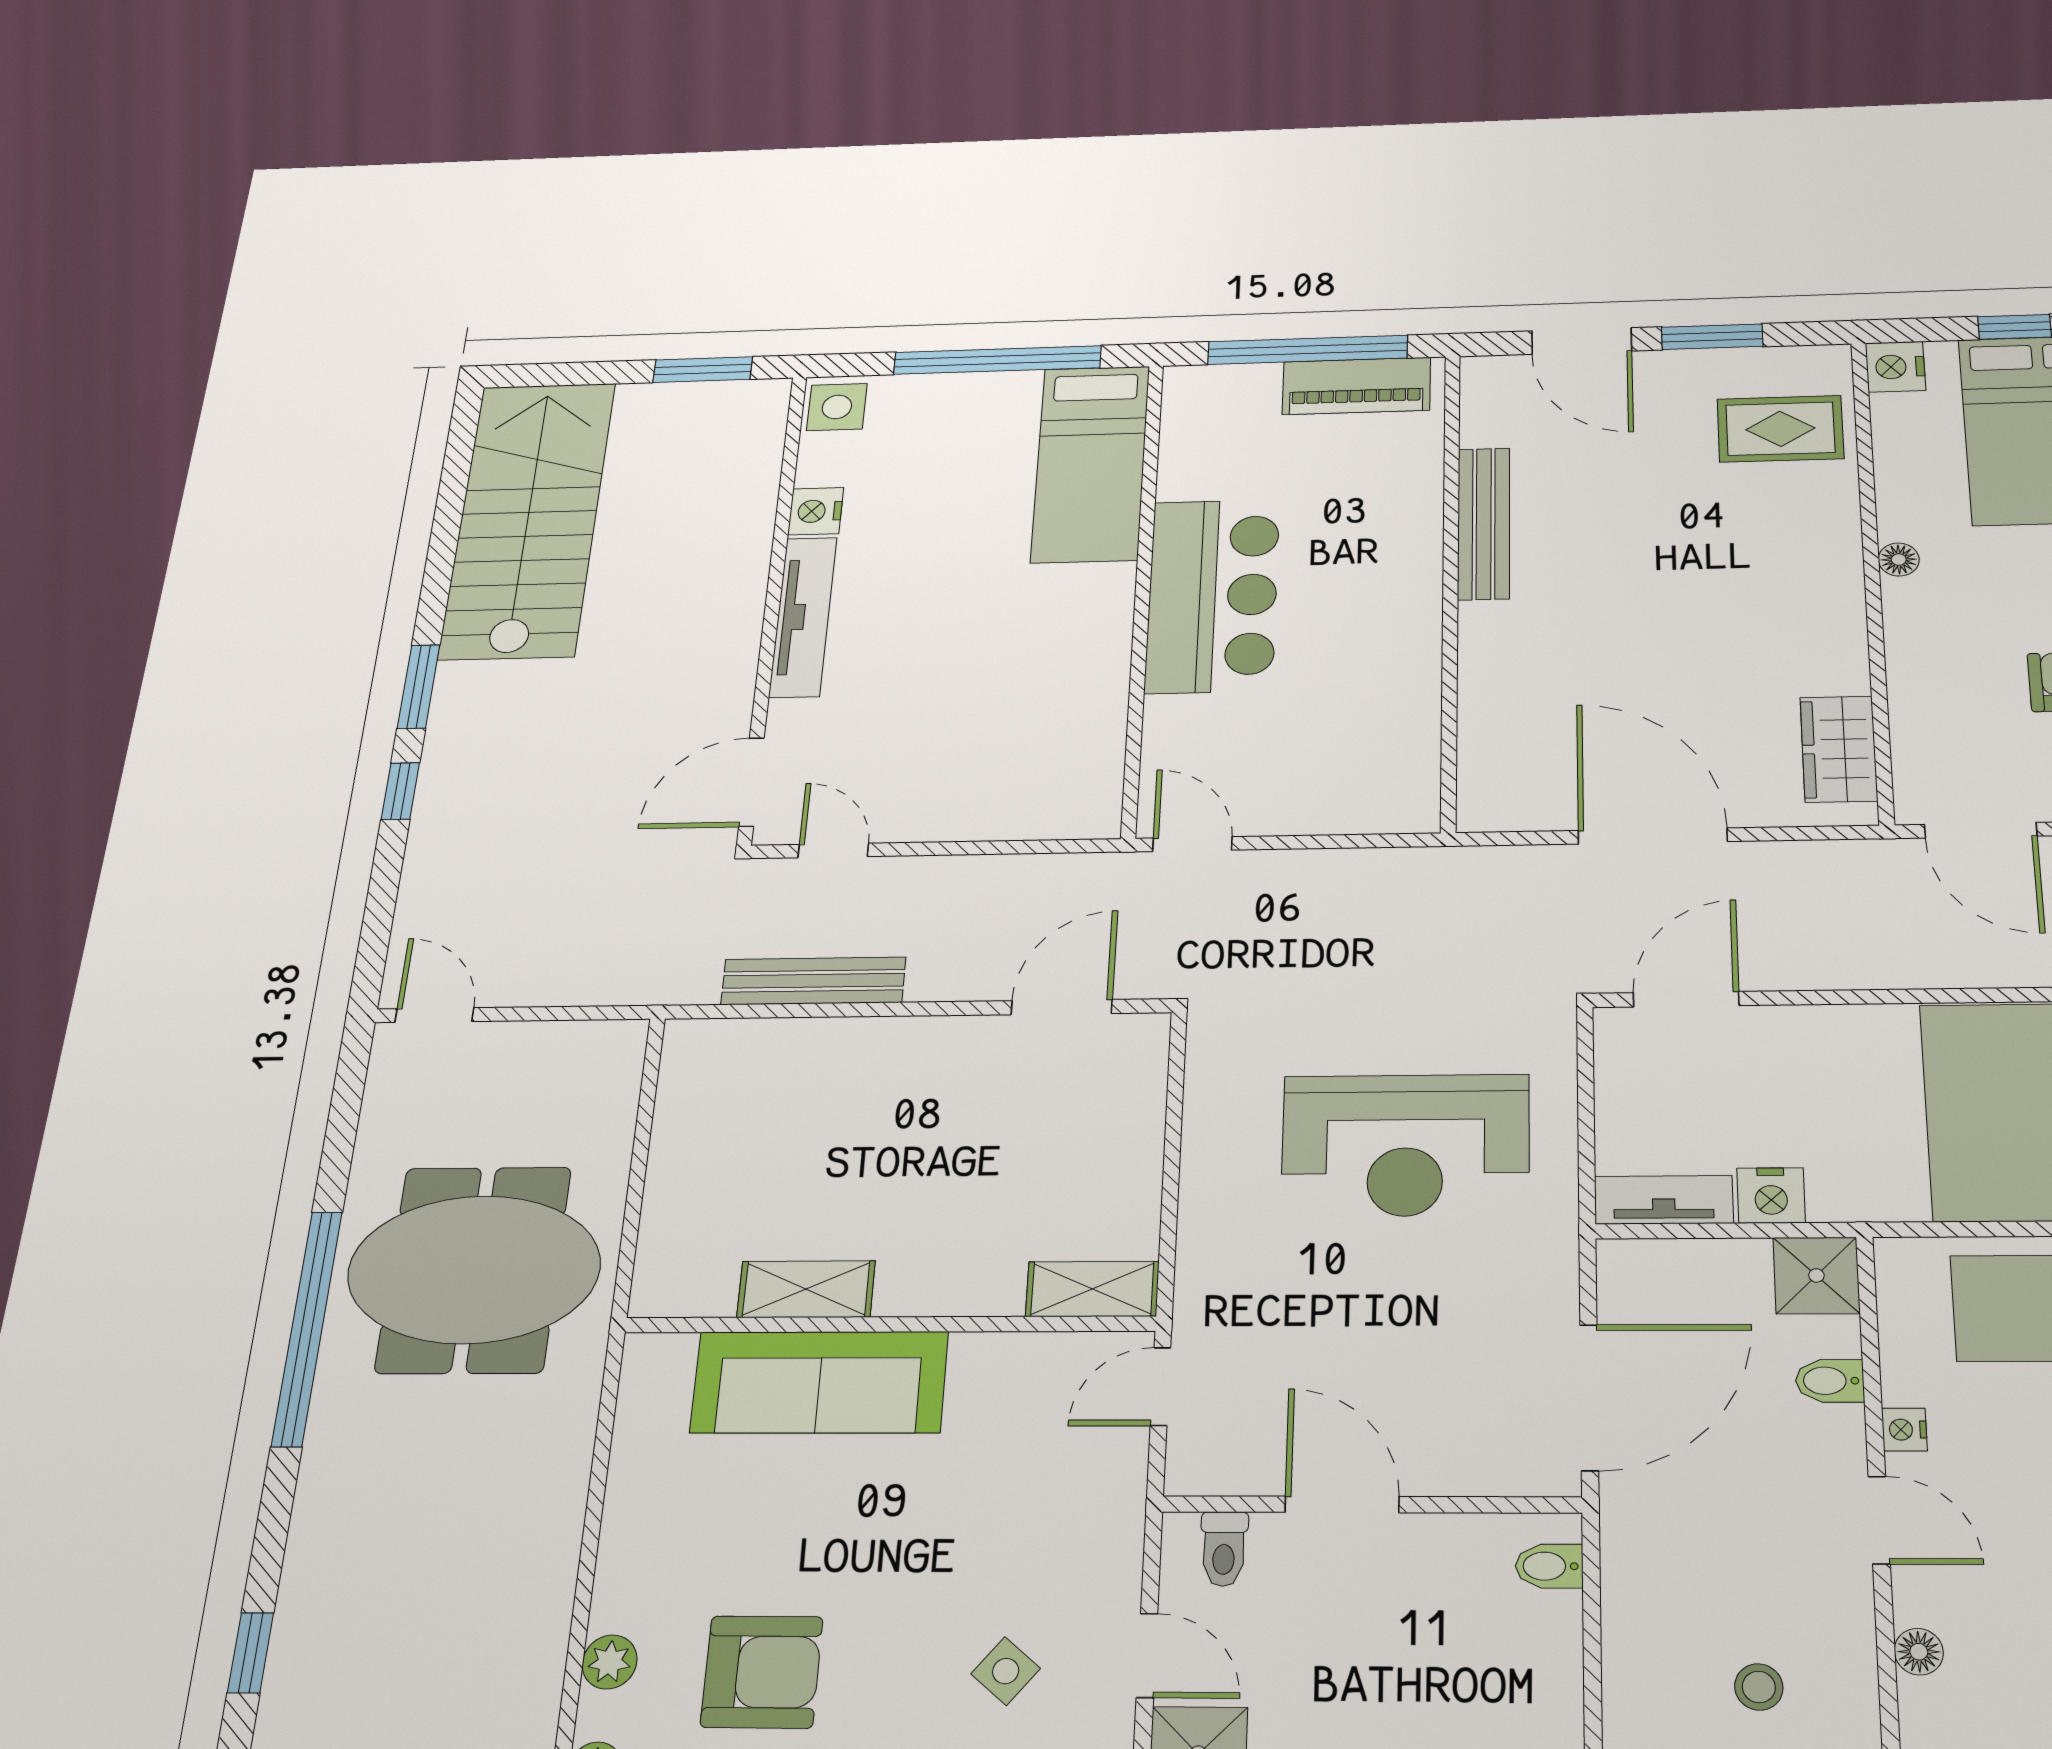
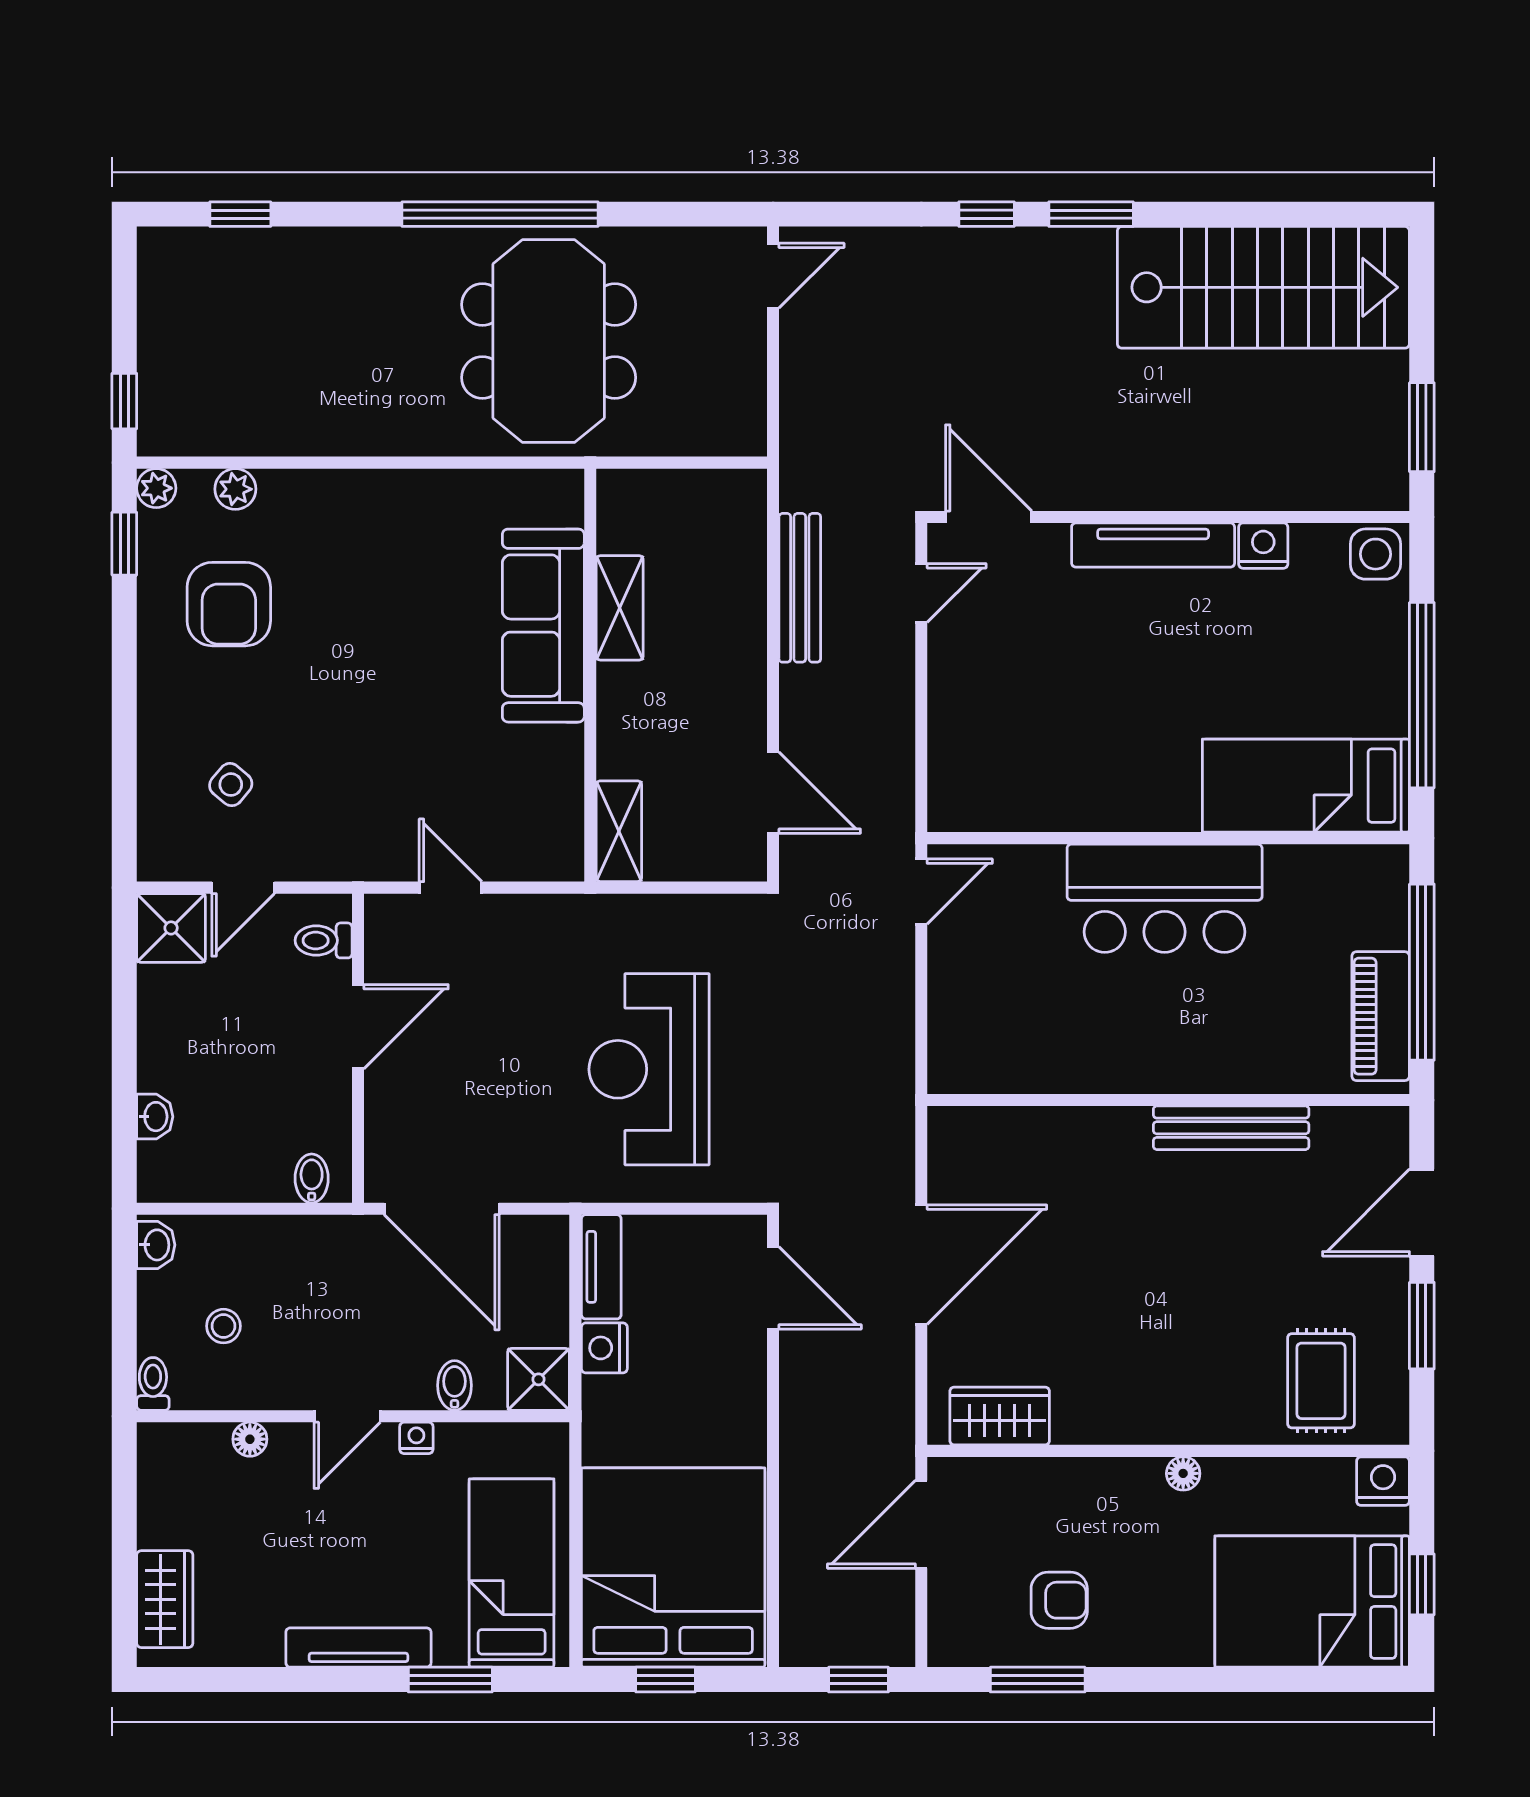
shelving: (806, 1289) -> (620, 608), moved
shelving: (1092, 1289) -> (619, 831), moved
wall: (889, 1324) -> (590, 675), moved
sofa: (819, 1382) -> (543, 626), moved

